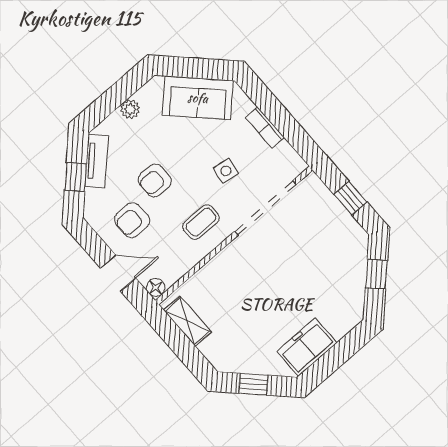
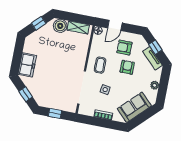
armchair: (132, 220) -> (124, 47), turned -90
freezer: (307, 347) -> (27, 65), moved
boiler: (218, 349) -> (60, 26), added

